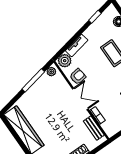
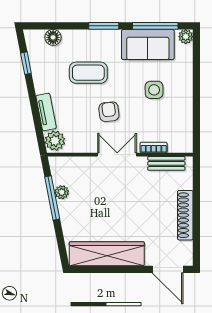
plant: (51, 72) -> (62, 192), moved
armchair: (78, 76) -> (109, 112), moved

